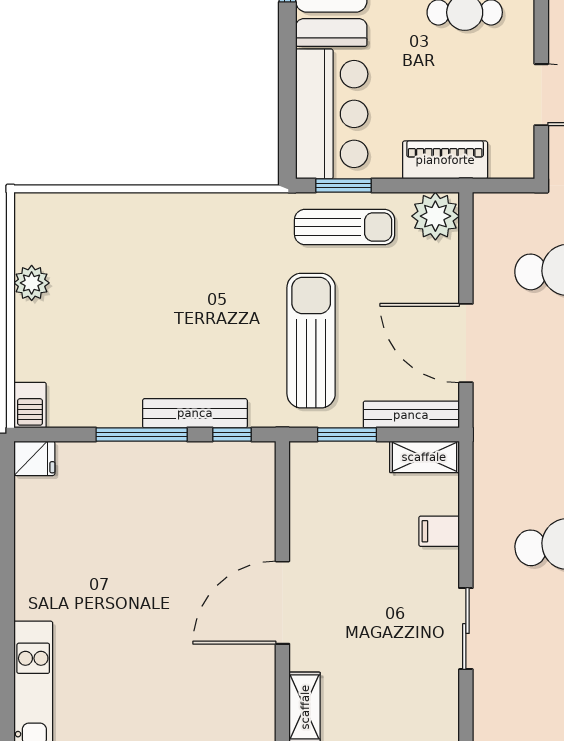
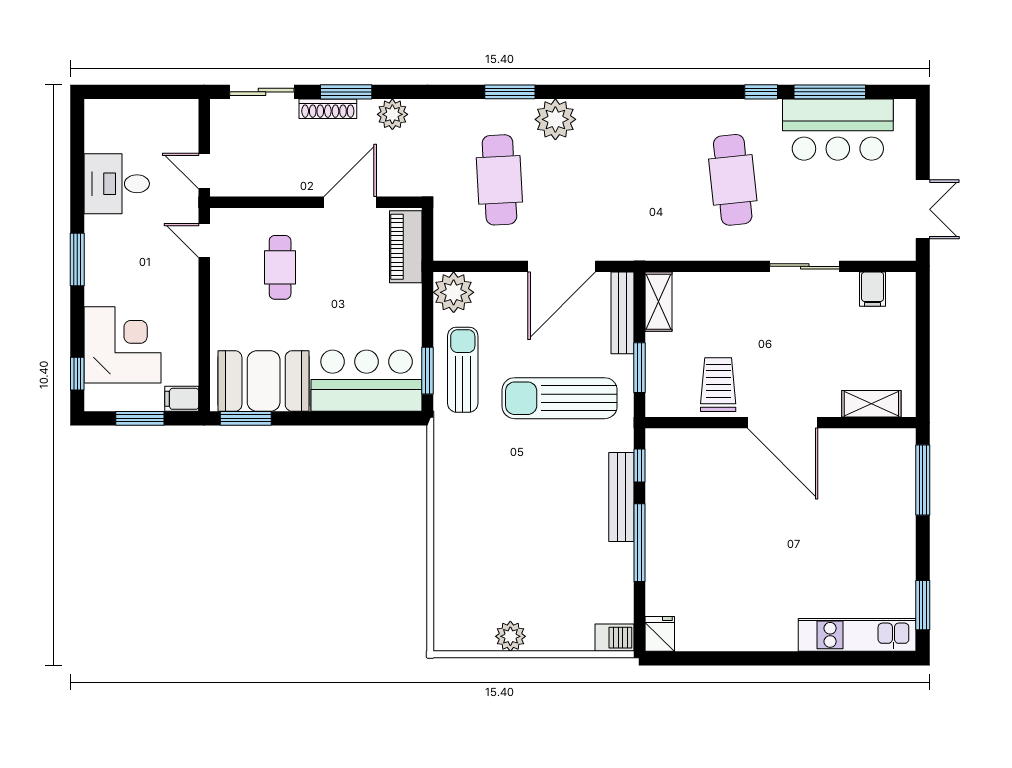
piano: (445, 160) -> (406, 247), moved
trolley: (327, 527) -> (718, 385), added
filing cabinet: (439, 531) -> (873, 289), moved

